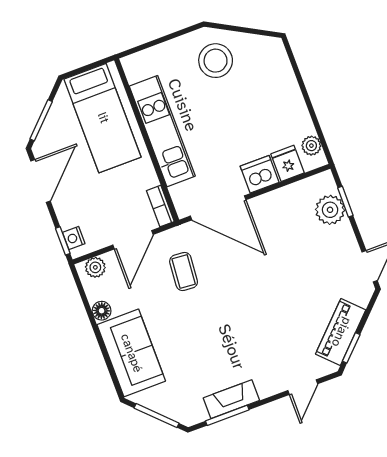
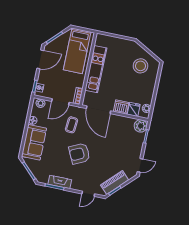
stool: (216, 61) -> (140, 66), moved
plant: (330, 210) -> (141, 126), moved
armchair: (235, 319) -> (79, 154), added

